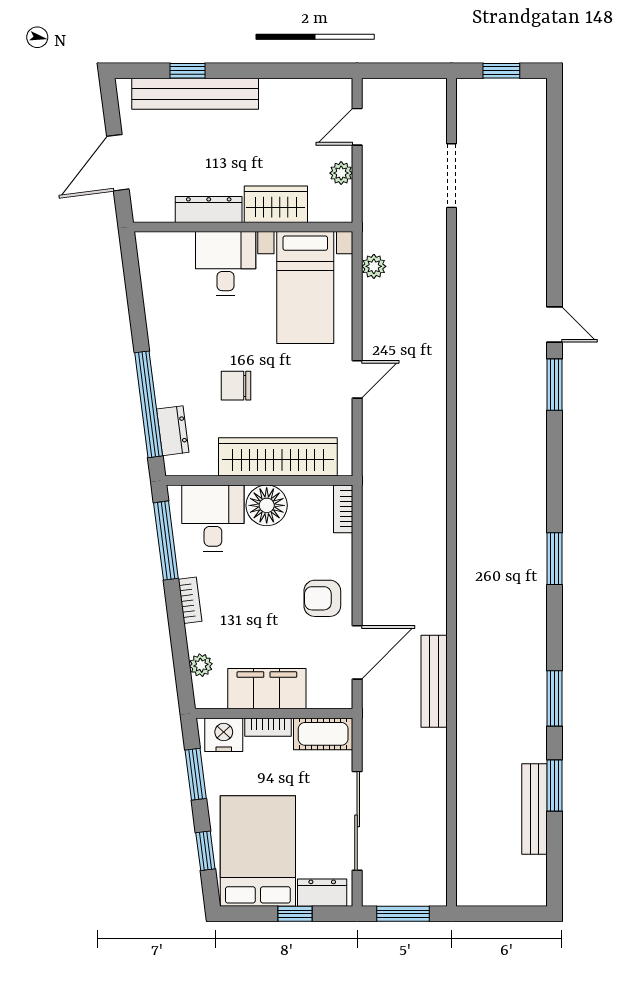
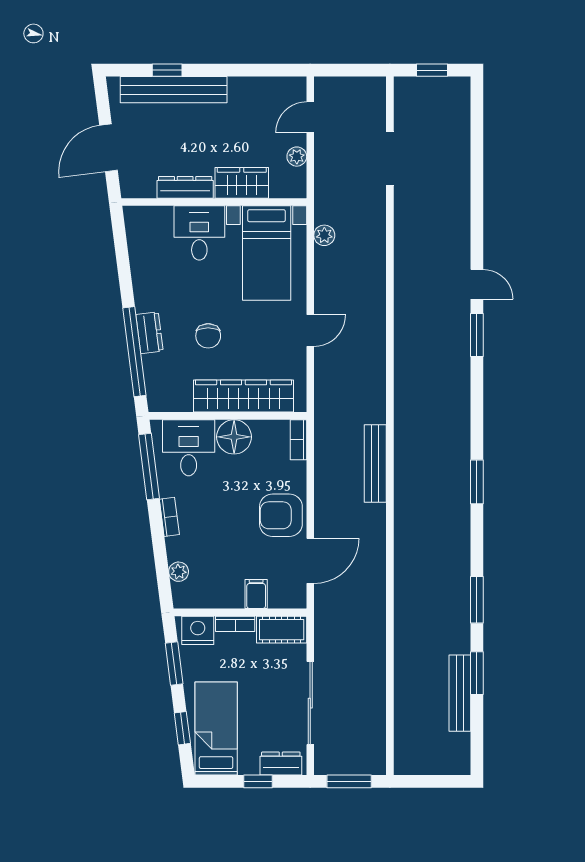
chair: (236, 386) -> (208, 336), turned -90
dresser: (173, 431) -> (150, 333), moved
armchair: (322, 598) -> (281, 515), width x1.38, depth x1.38
bench: (434, 681) -> (375, 463), moved
filing cabinet: (267, 689) -> (256, 594), width x0.33, depth x0.86
bed: (258, 851) -> (216, 728), width x0.67

